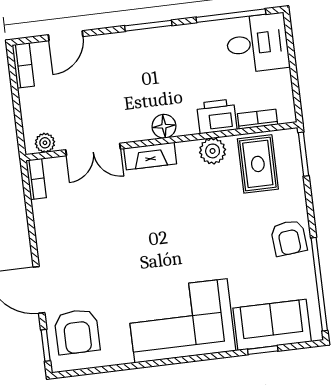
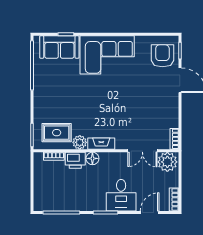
desk: (257, 43) -> (121, 195), moved, turned -90
floor lamp: (164, 126) -> (92, 158), moved
plant: (45, 143) -> (167, 162), width x1.87, depth x1.87
double door: (93, 149) -> (142, 151), swing flipped
fireplace: (150, 156) -> (101, 144), moved
rug: (258, 164) -> (57, 133), turned 90
armchair: (289, 238) -> (45, 92), removed

